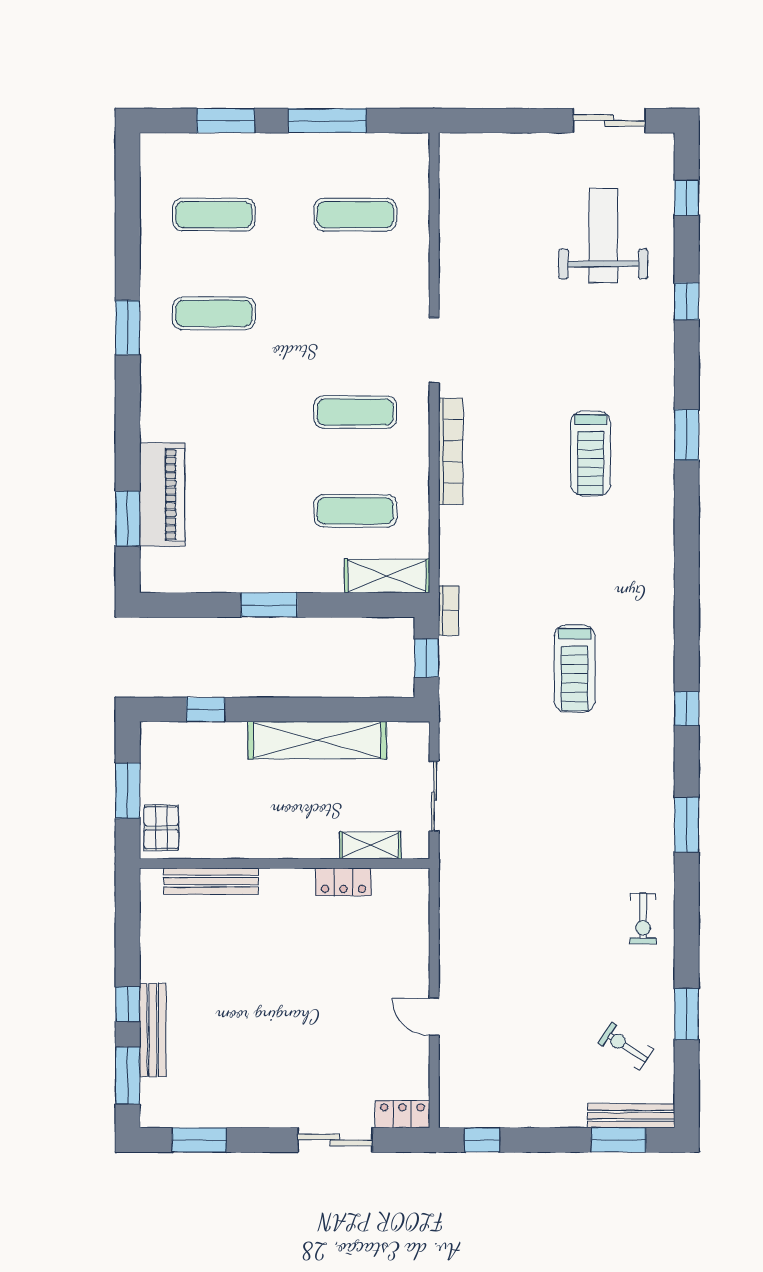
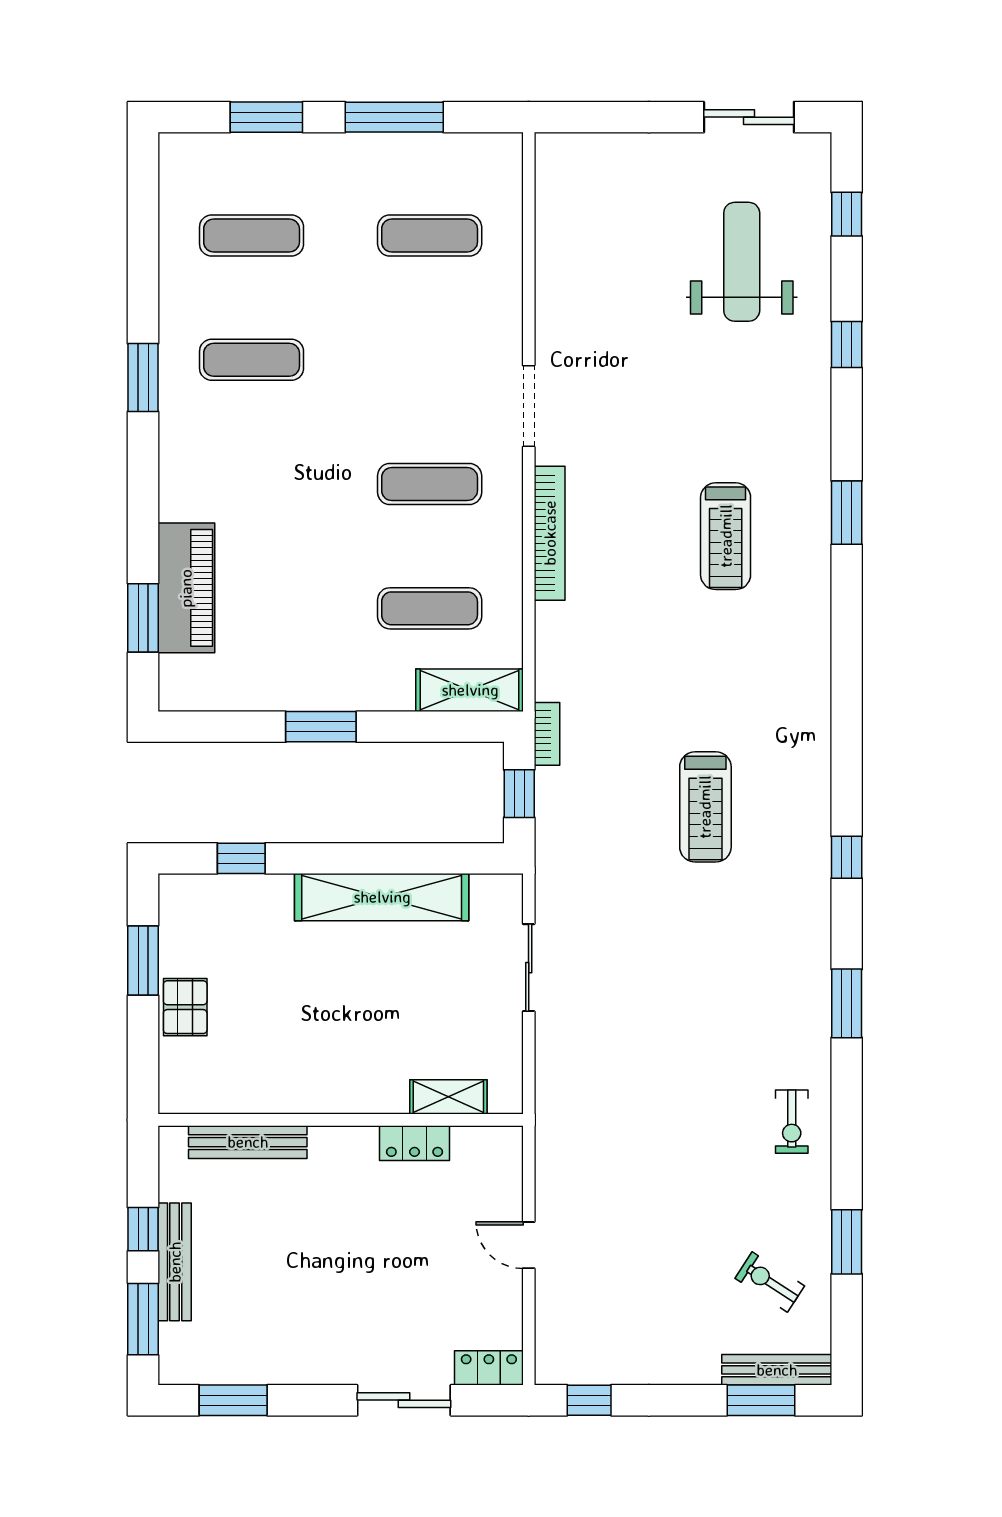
shelving: (370, 845) -> (448, 1097), moved
wall: (285, 863) -> (341, 1120), moved
bench: (211, 881) -> (248, 1142), moved
locker: (343, 882) -> (415, 1143), moved

